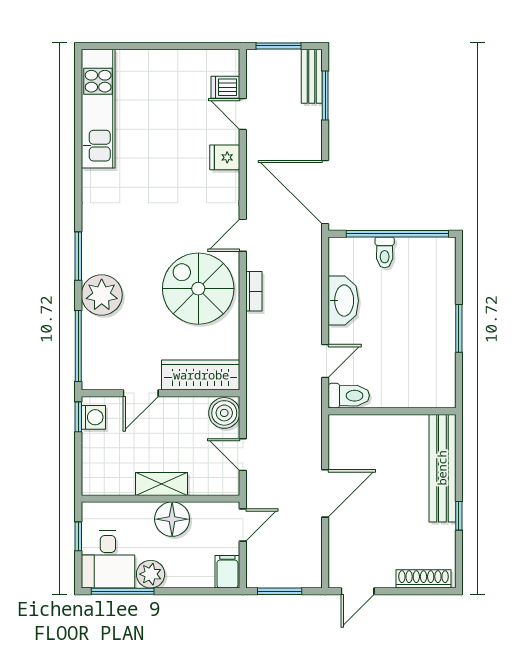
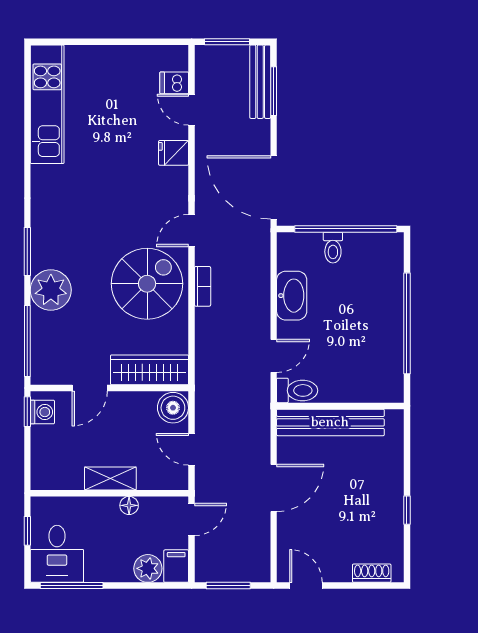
bench: (312, 76) -> (260, 82), width x1.36
spiral stairs: (198, 289) -> (147, 284), turned 90
window: (459, 328) -> (407, 323), width x2.11
bench: (442, 468) -> (330, 422), moved, turned 90
floor lamp: (172, 519) -> (129, 505), width x0.53, depth x0.53
plant: (151, 574) -> (148, 568), moved
shoe rack: (424, 579) -> (372, 573), width x0.70
door: (358, 591) -> (306, 586), swing flipped

